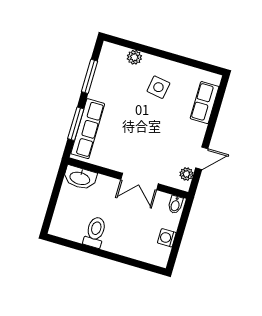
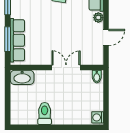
plant: (186, 174) -> (98, 18), moved
double door: (140, 182) -> (66, 68), swing flipped
washing machine: (167, 238) -> (98, 117), moved

